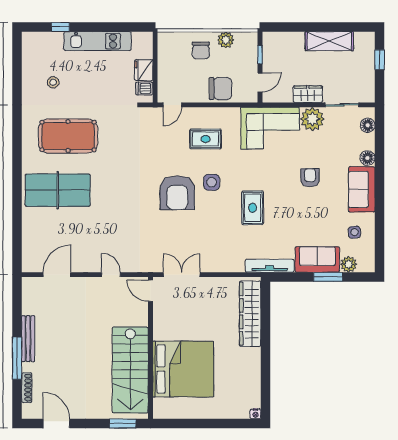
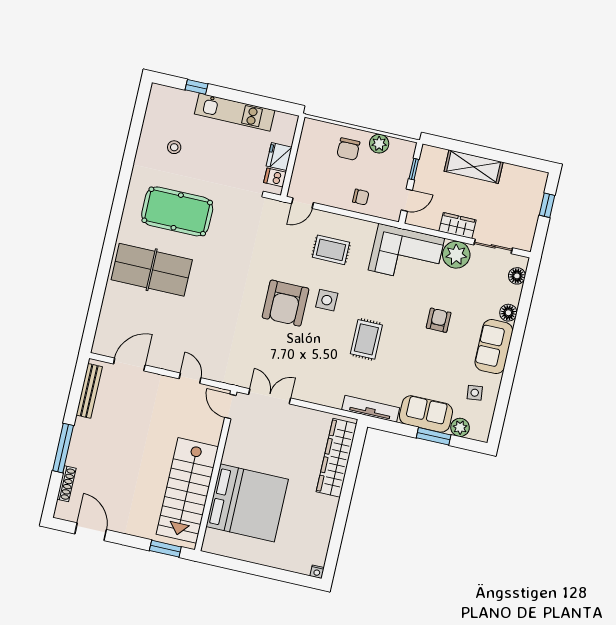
shelving: (329, 41) -> (474, 167), moved
chair: (221, 89) -> (361, 197), width x0.54, depth x0.54
bench: (28, 339) -> (89, 391), moved

